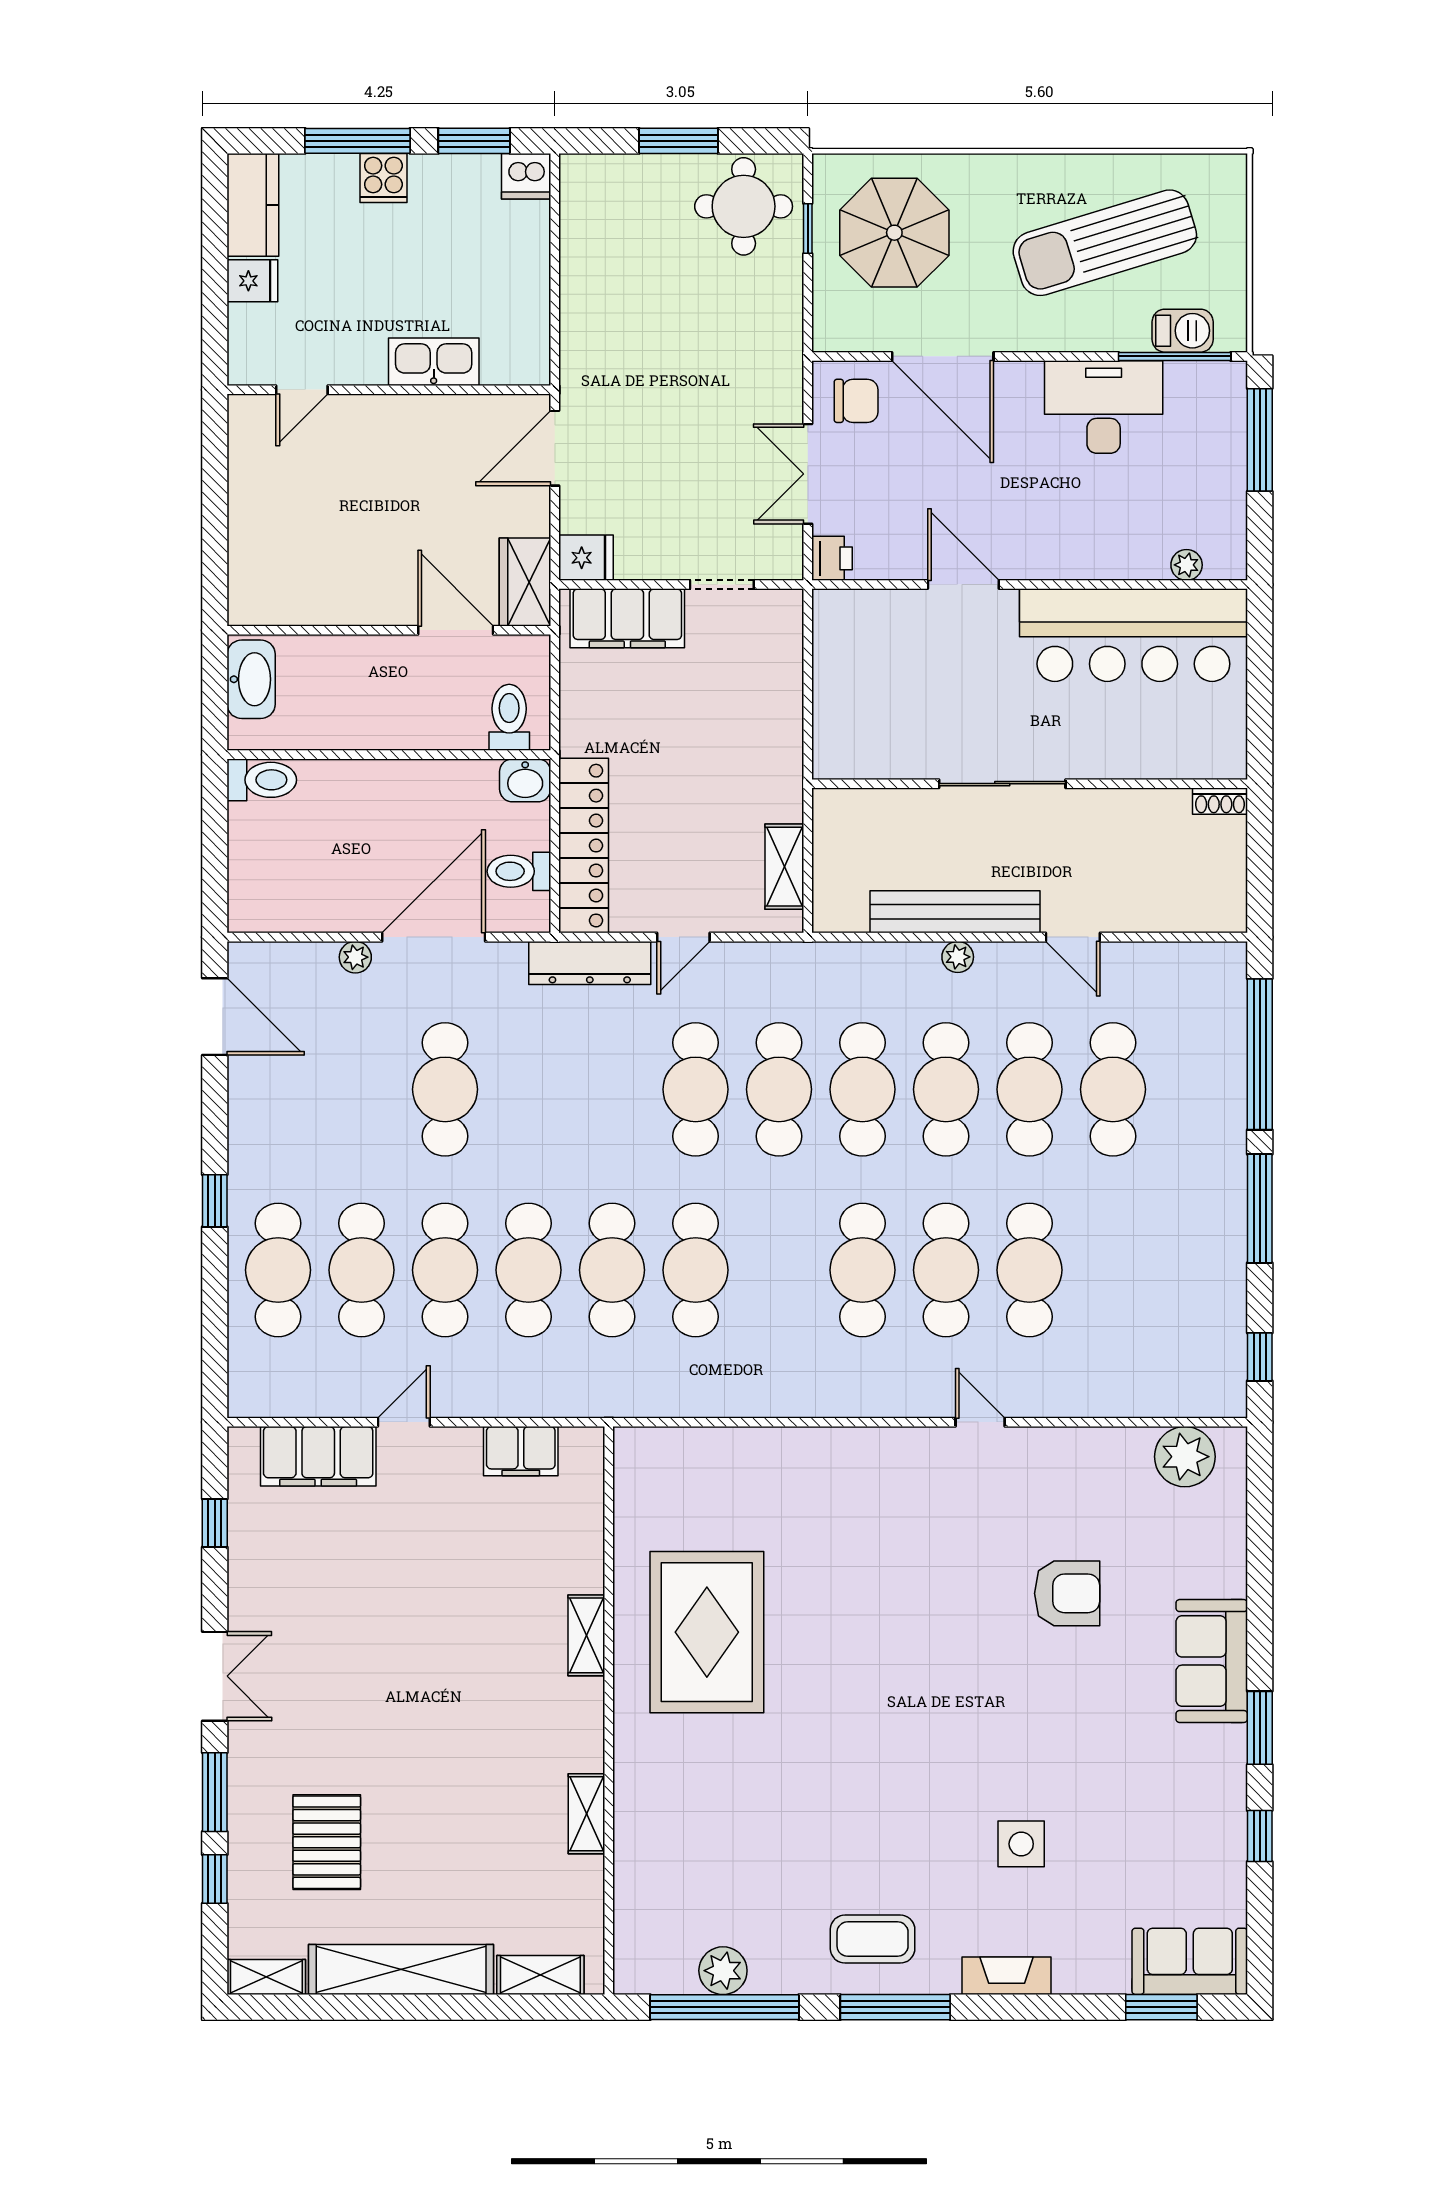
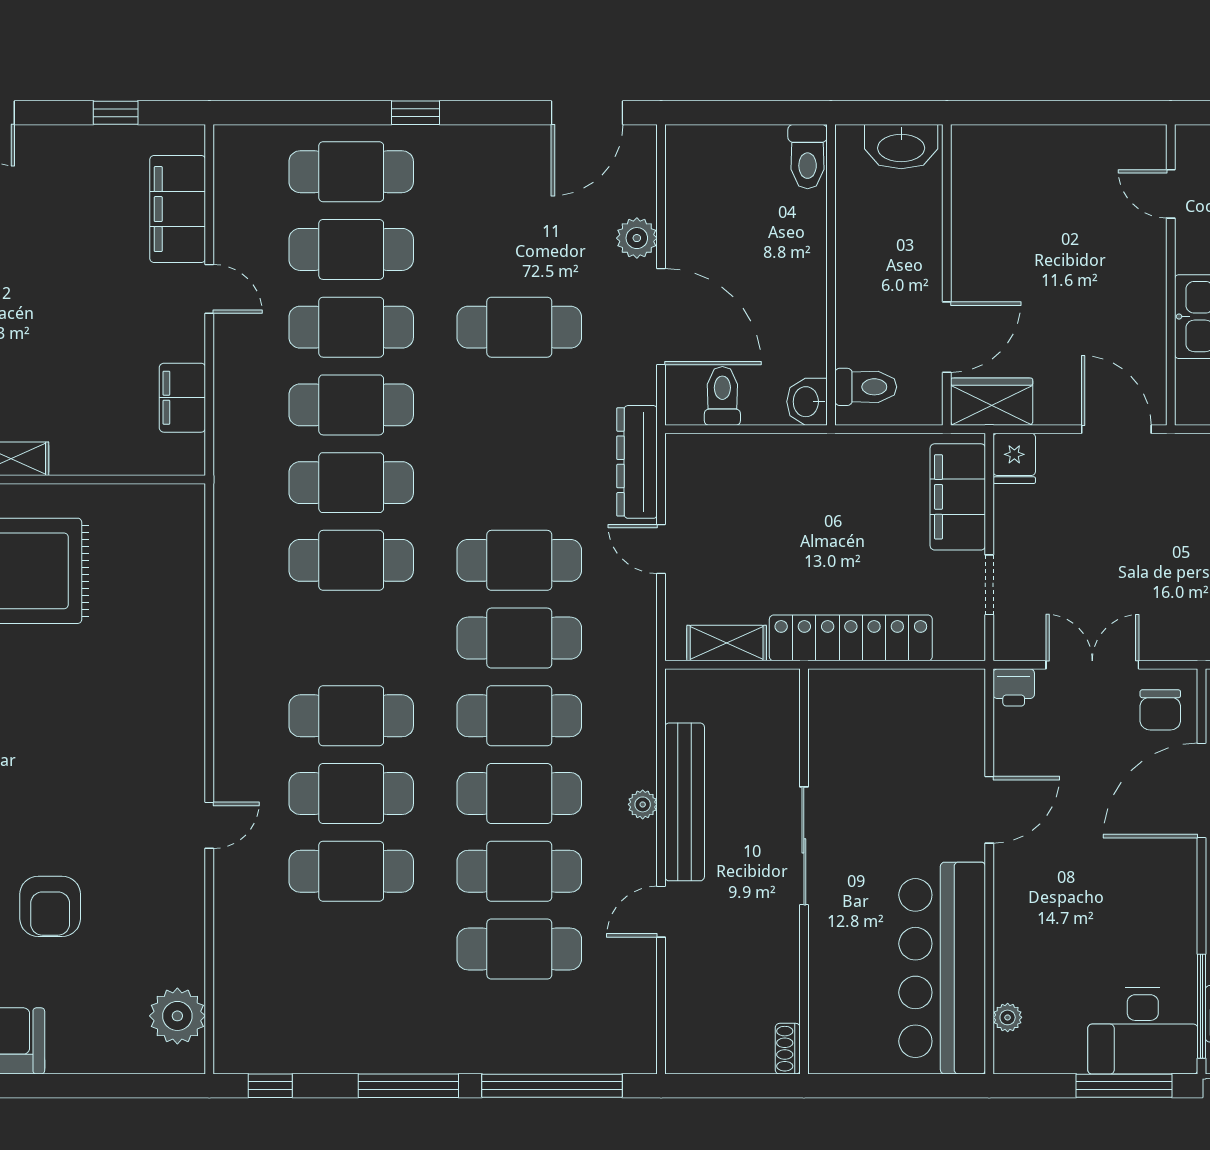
desk: (1104, 407) -> (1143, 1031), moved, turned 90
locker: (584, 846) -> (851, 638), moved, turned 180
plant: (355, 957) -> (637, 238), width x1.38, depth x1.38

